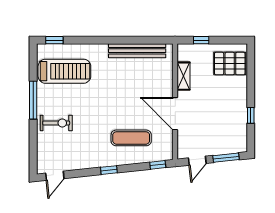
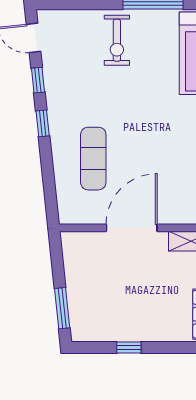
door: (197, 161) -> (57, 263), removed
window: (158, 165) -> (38, 80), moved

